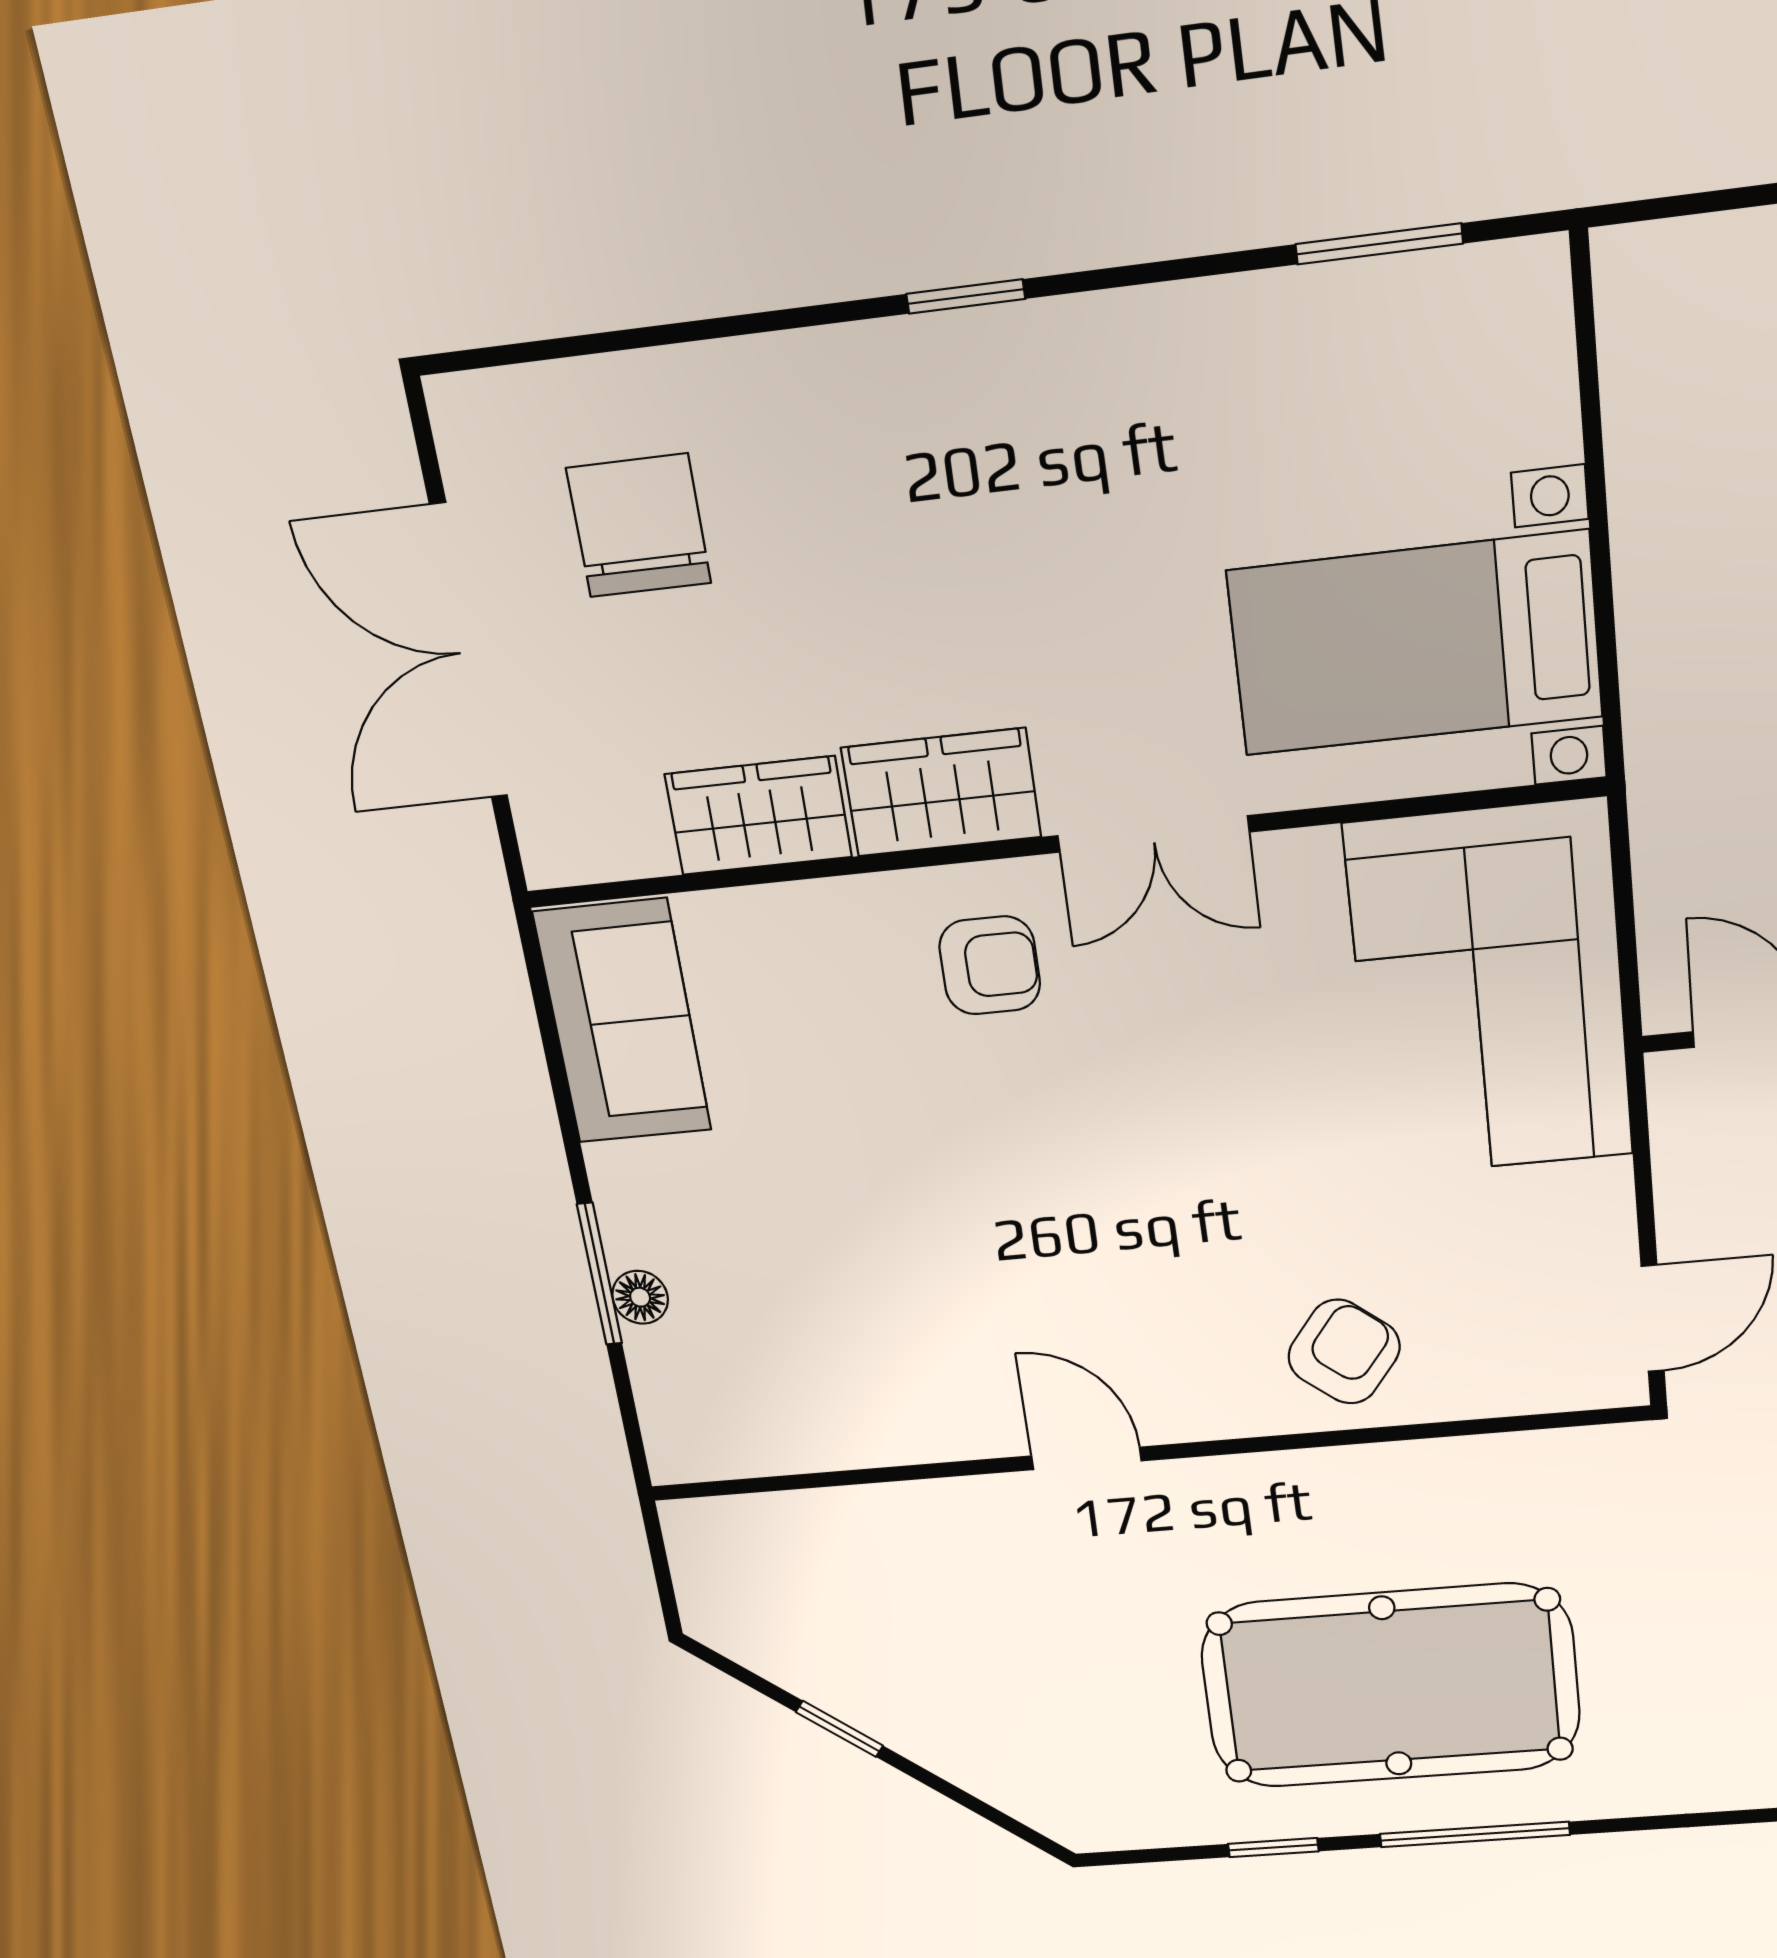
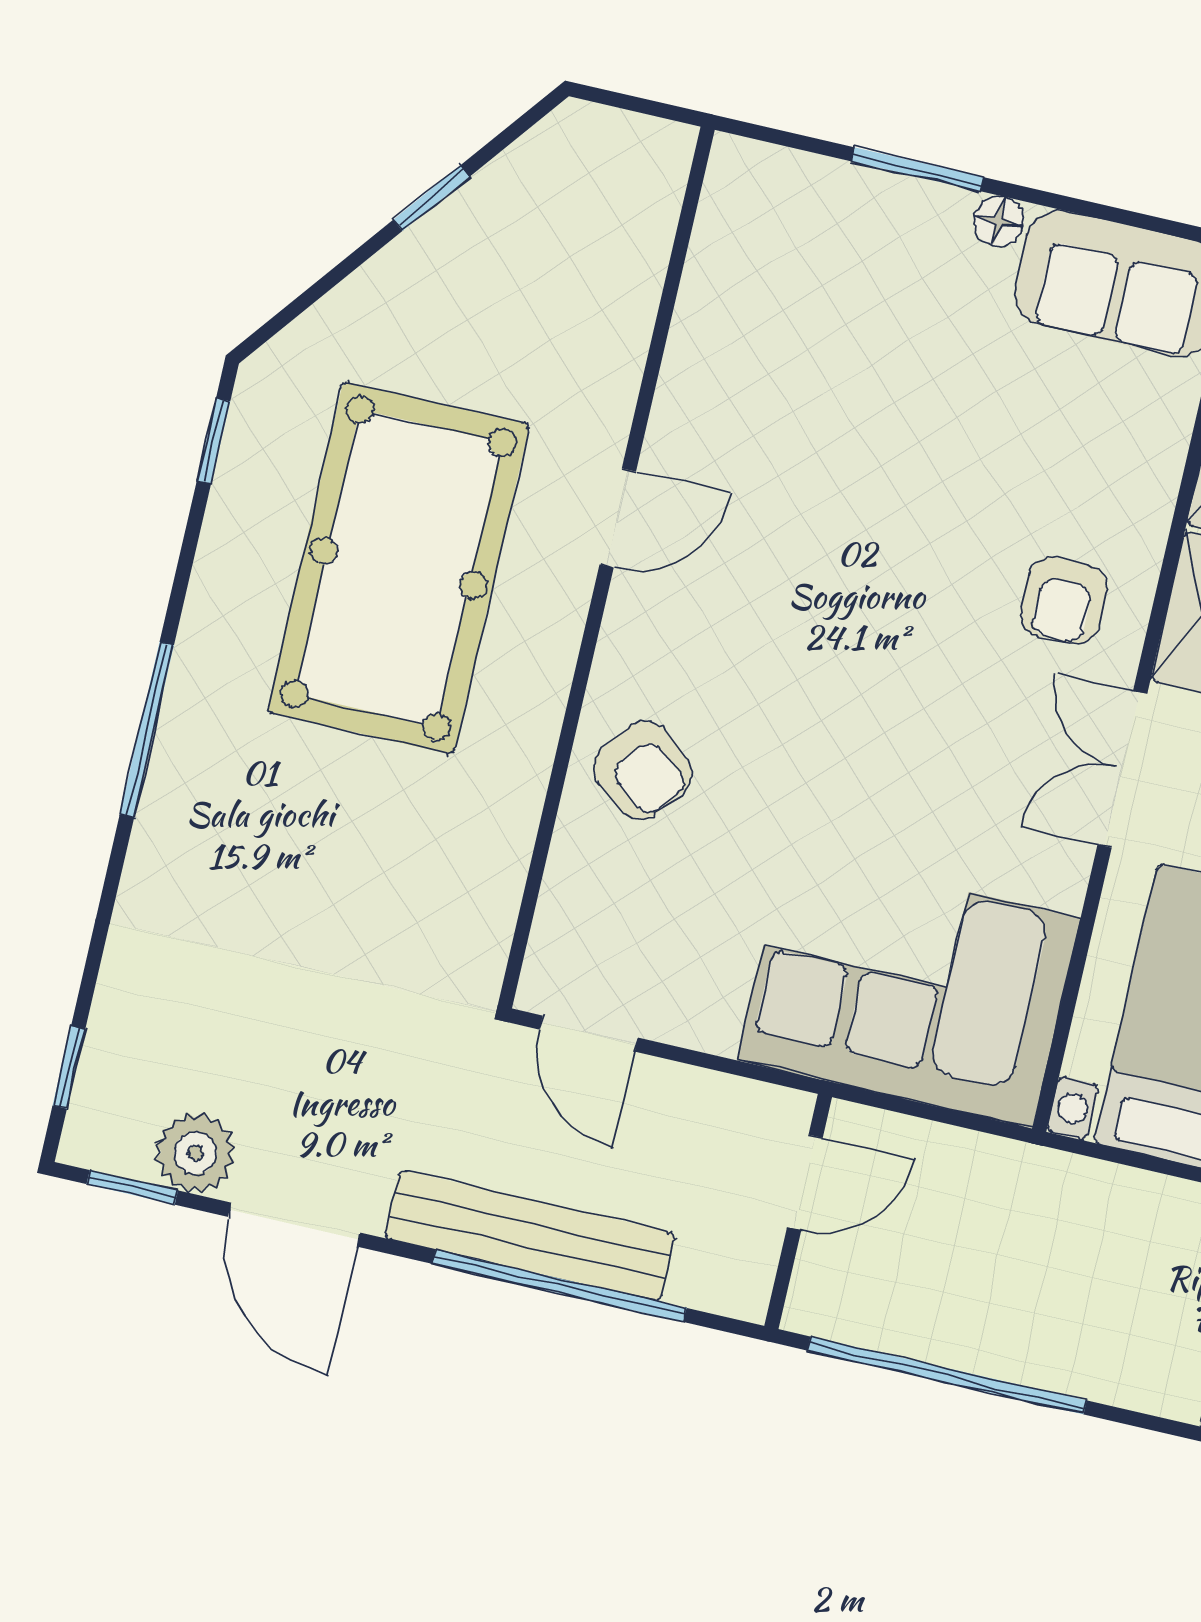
floor lamp: (640, 1297) -> (999, 221), moved
pool table: (1390, 1686) -> (398, 568), moved
window: (1273, 1848) -> (214, 441), moved

